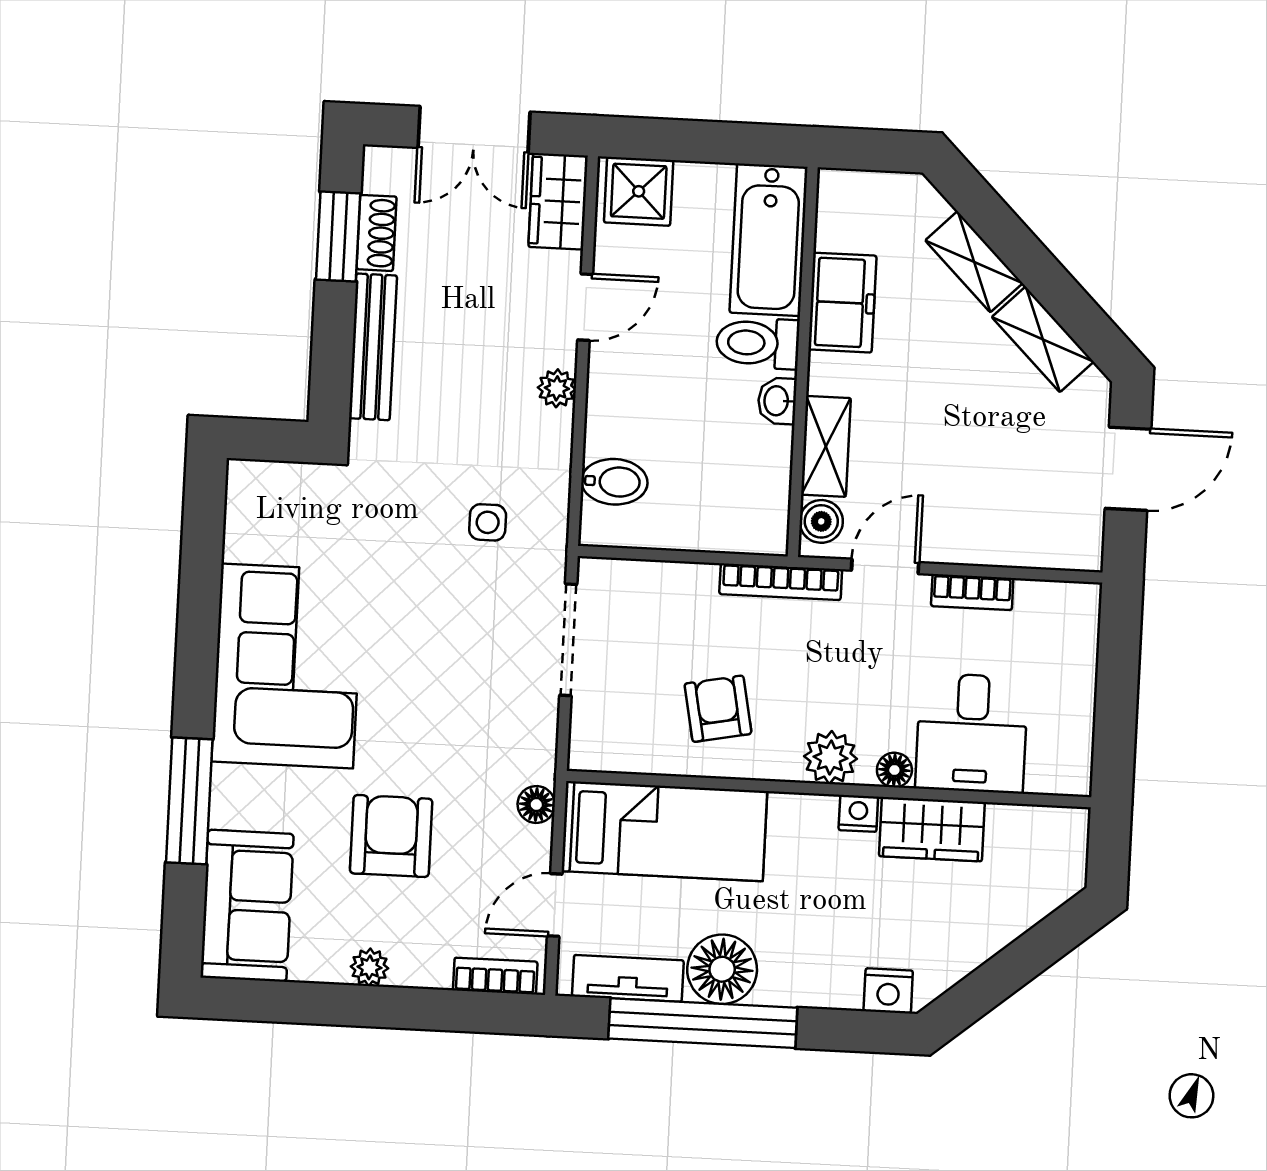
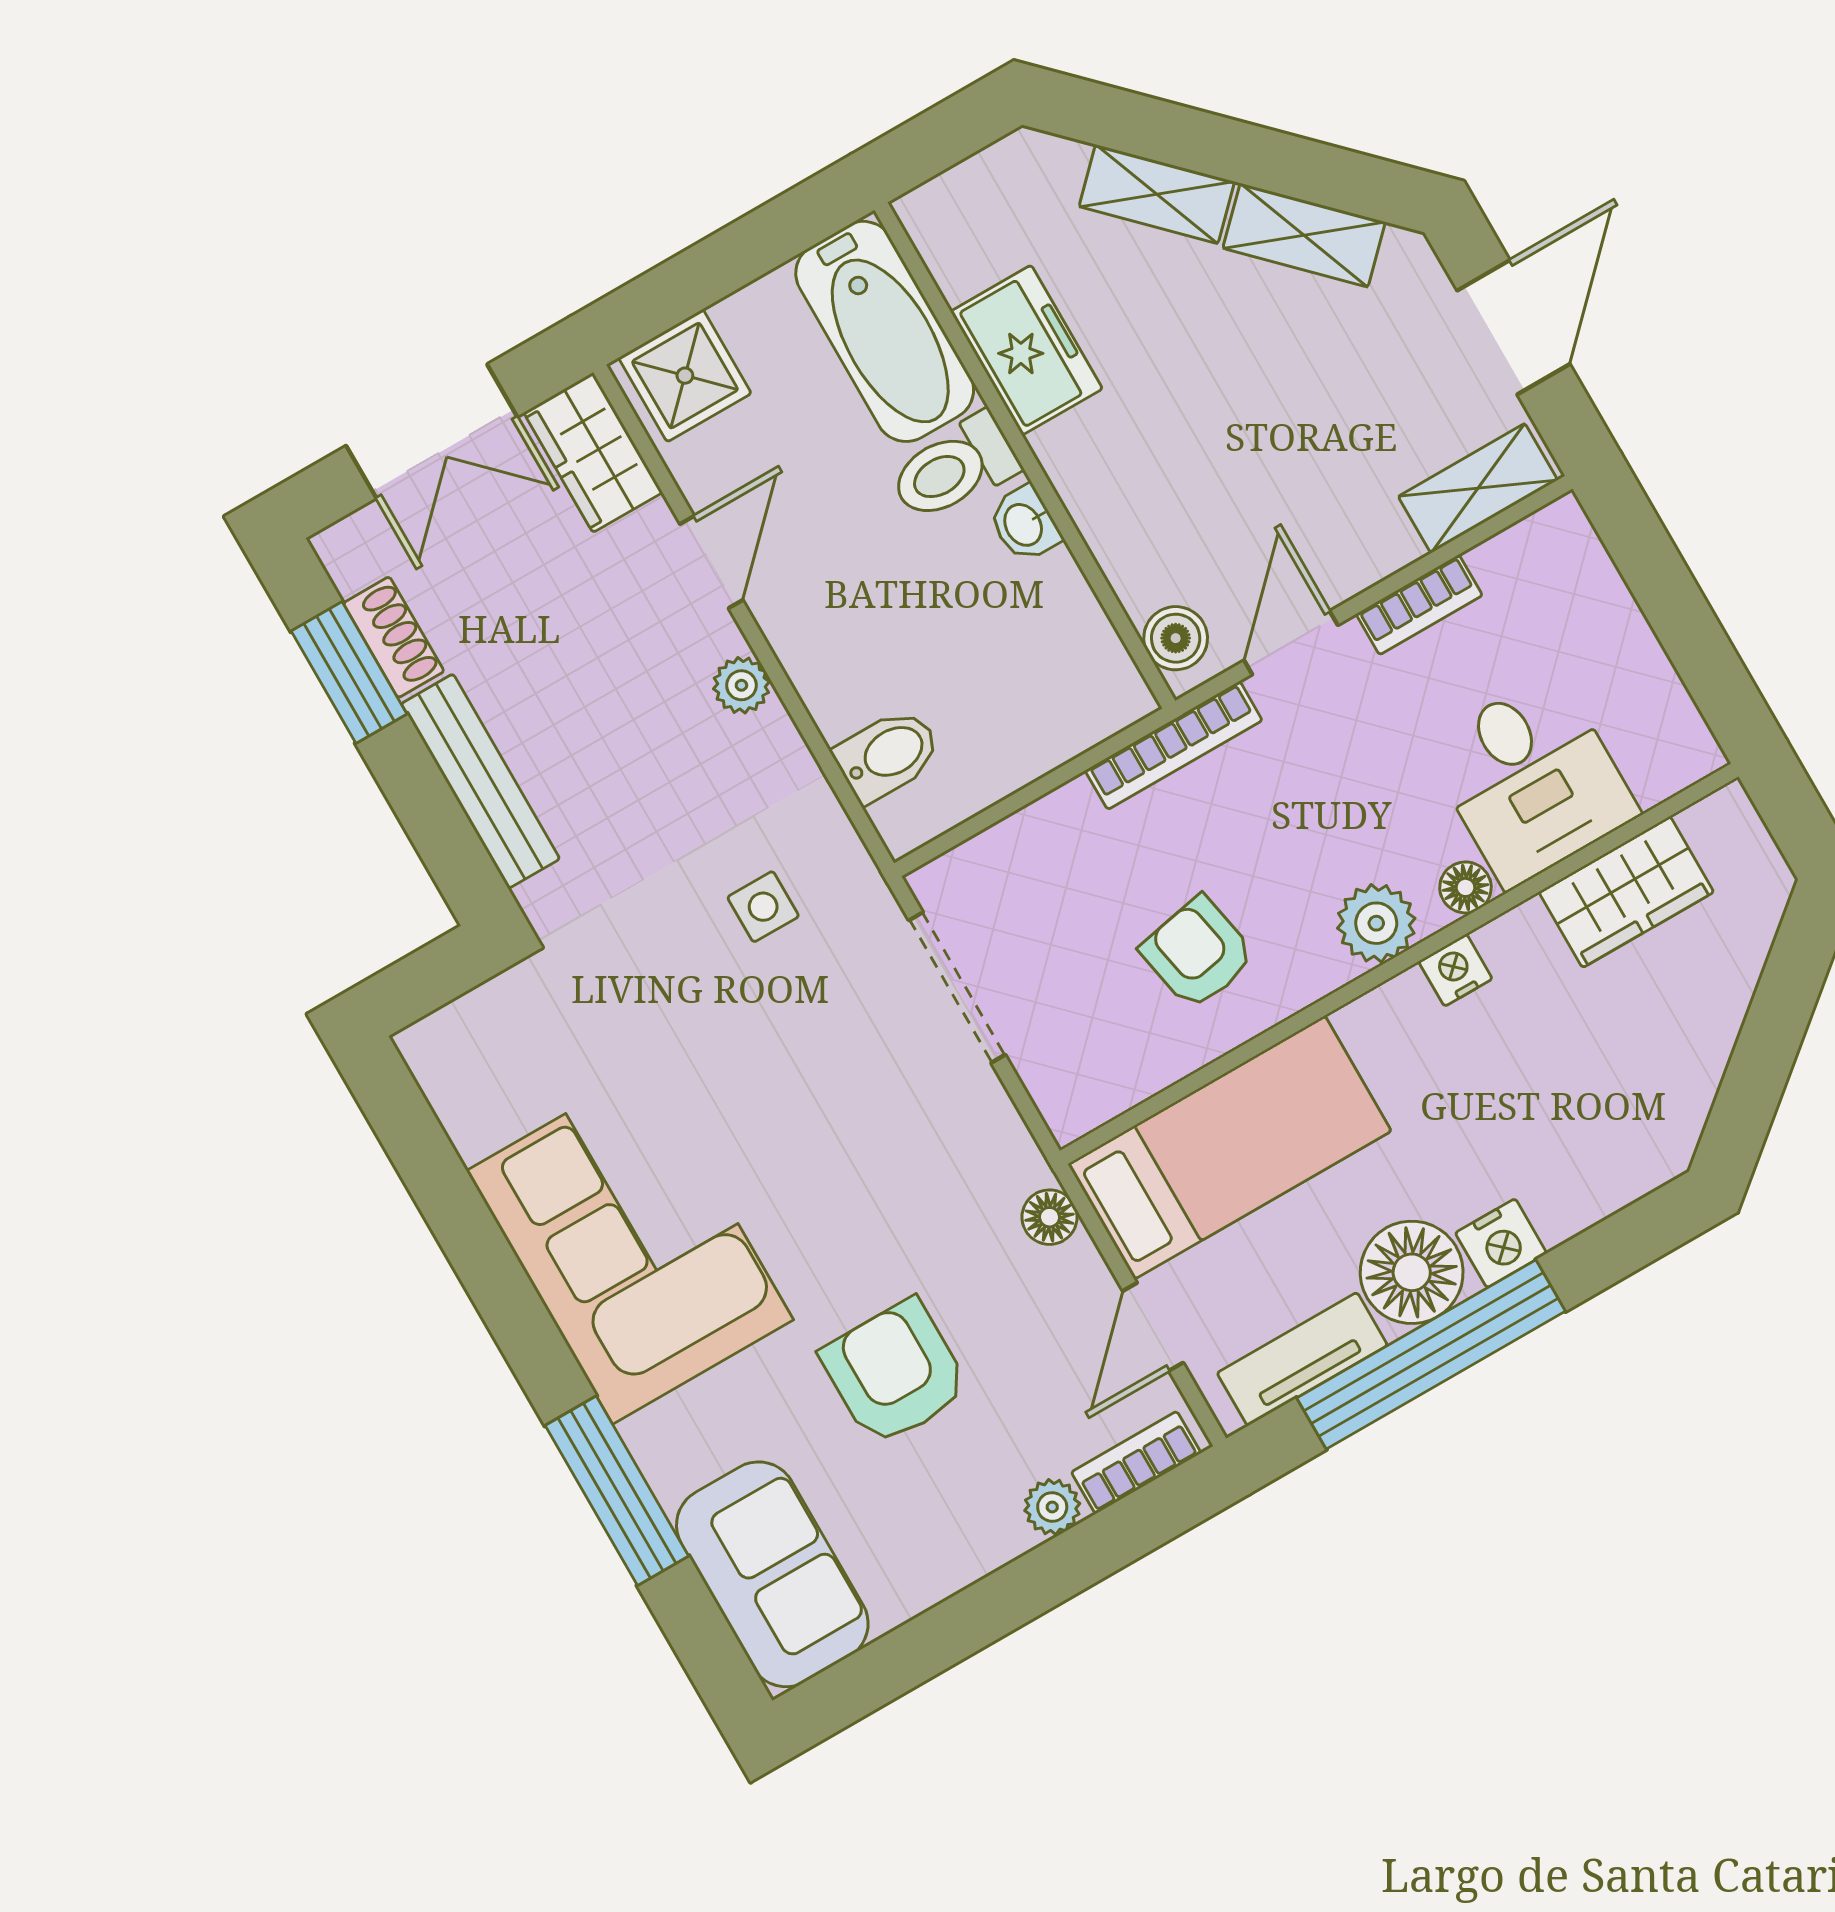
shelving: (826, 446) -> (1478, 488), moved, turned 90
wardrobe: (932, 829) -> (1626, 892), moved
plant: (369, 967) -> (1052, 1507), moved
nightstand: (888, 991) -> (1501, 1243), moved

